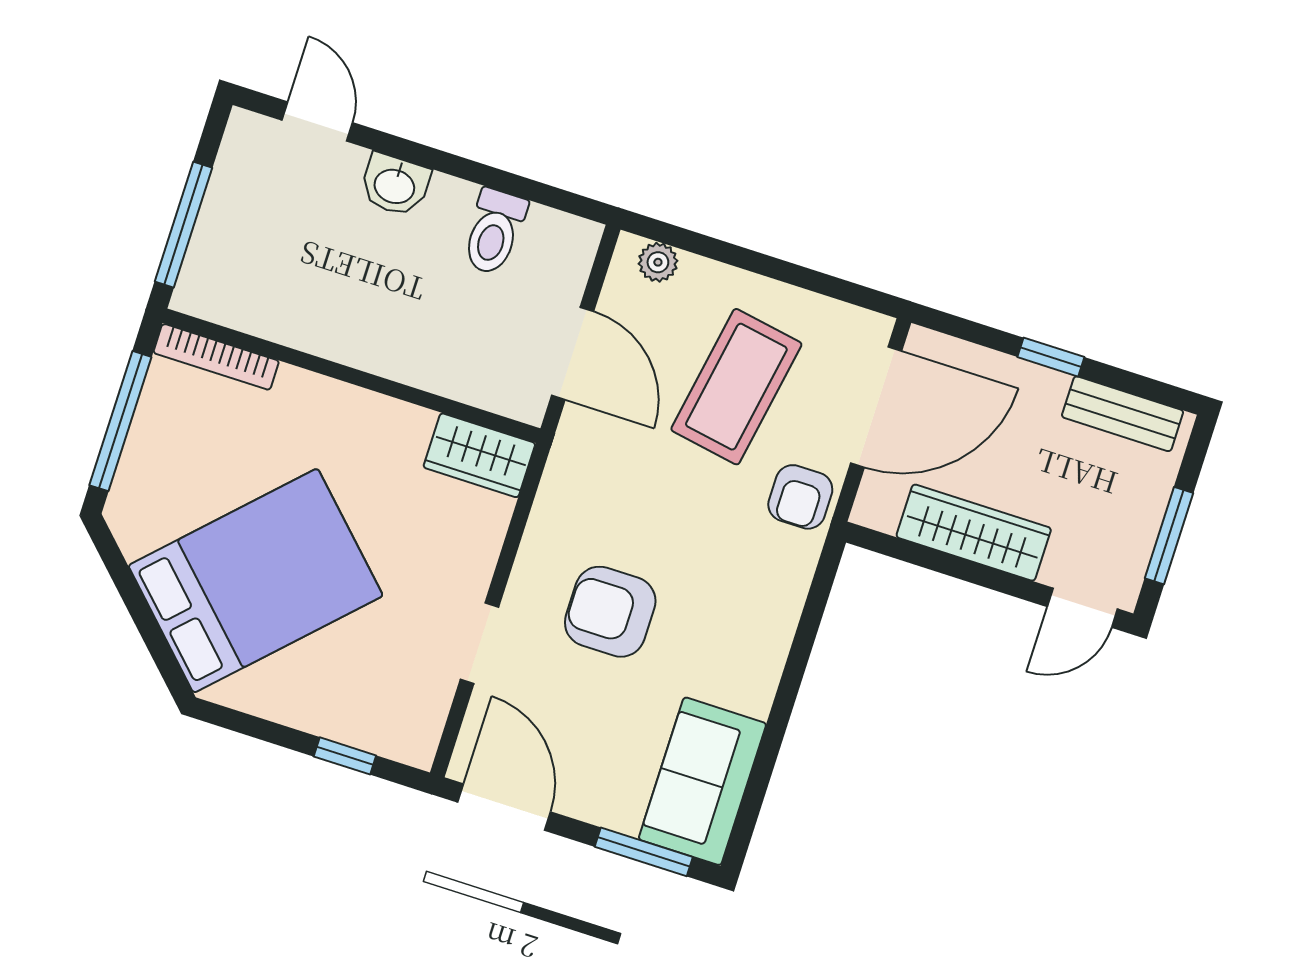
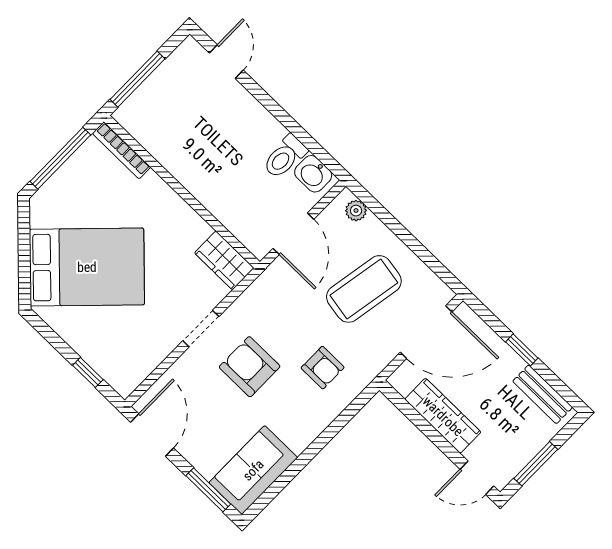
washbasin: (395, 185) -> (313, 174), moved
armchair: (800, 497) -> (323, 368), moved, turned -90
doorway: (480, 643) -> (201, 329), moved

